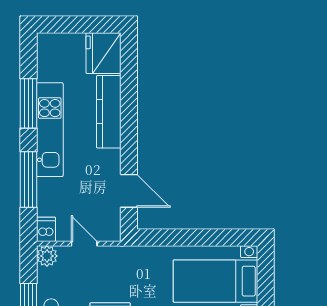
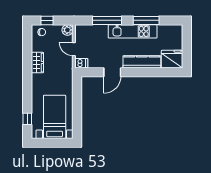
door: (129, 191) -> (112, 72), moved
dishwasher: (46, 229) -> (81, 63), moved
door: (84, 244) -> (74, 49), swing flipped

